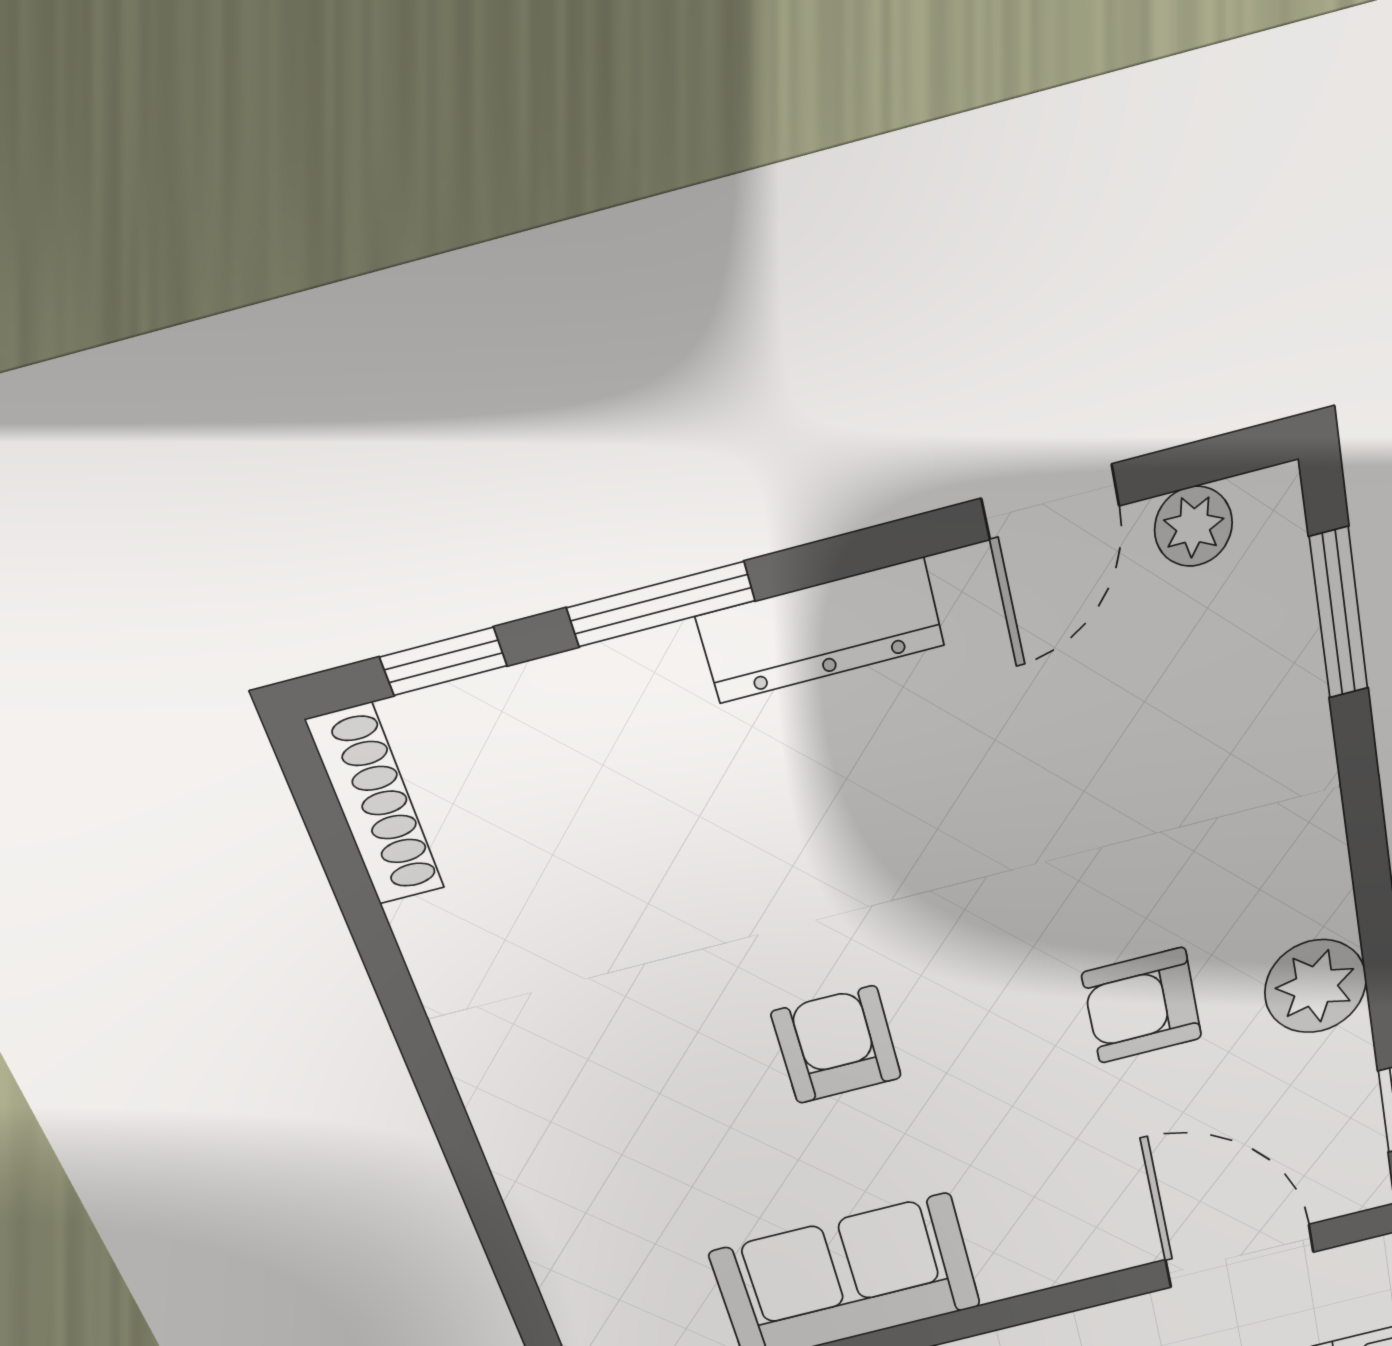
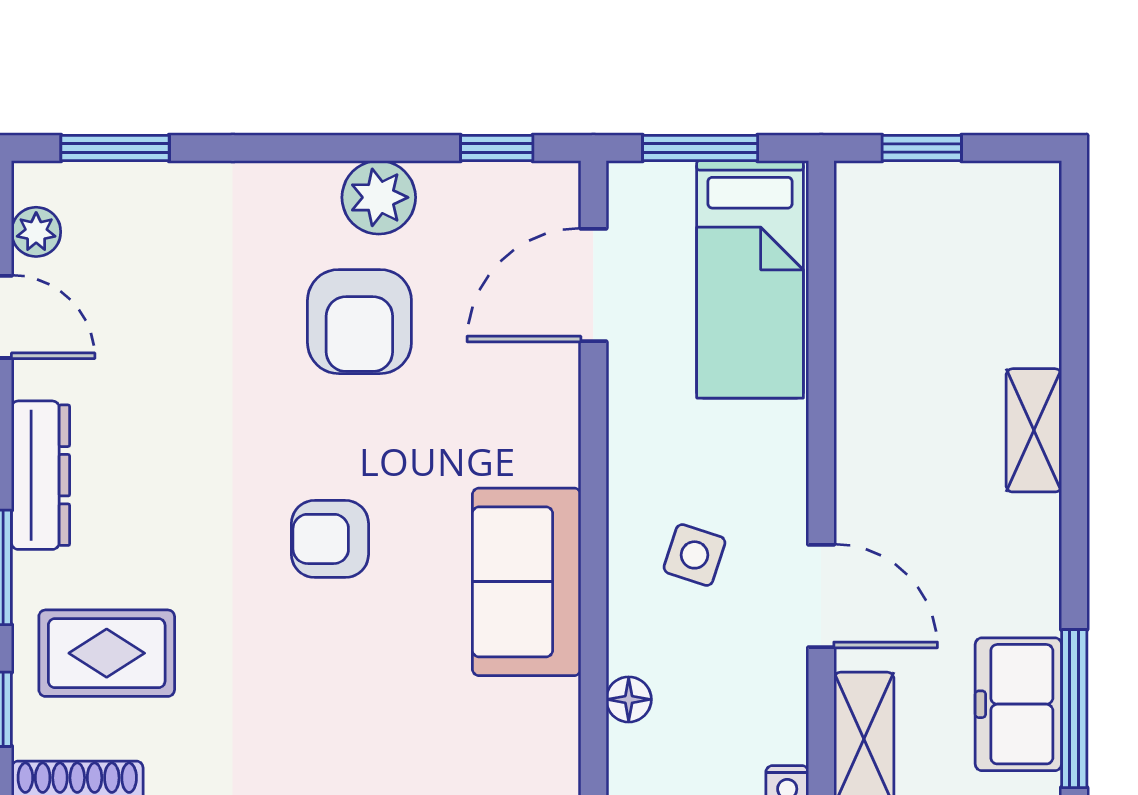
rug: (583, 797) -> (107, 653), added
armchair: (1142, 1006) -> (359, 322), width x1.38, depth x1.38

